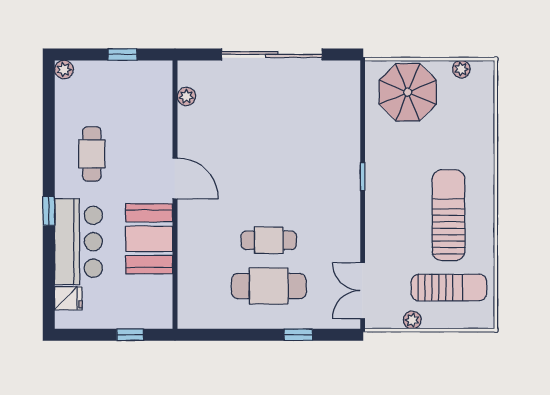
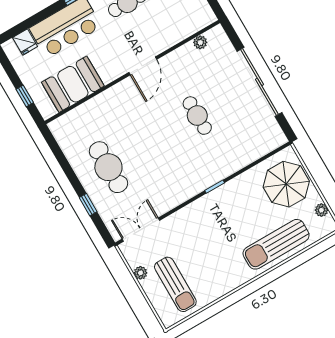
sun lounger: (448, 215) -> (276, 244), moved, turned 180
booth: (149, 239) -> (73, 84), moved
cafe table: (269, 240) -> (197, 116), moved

